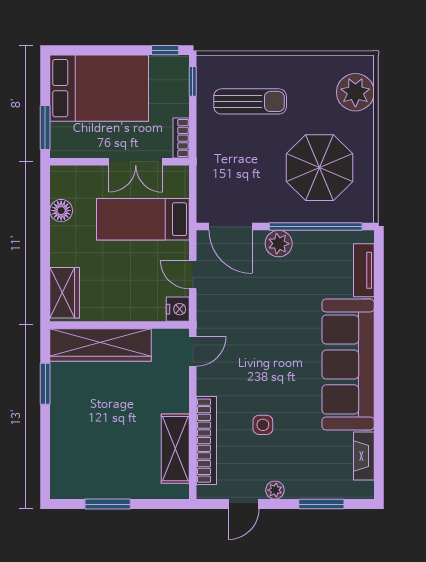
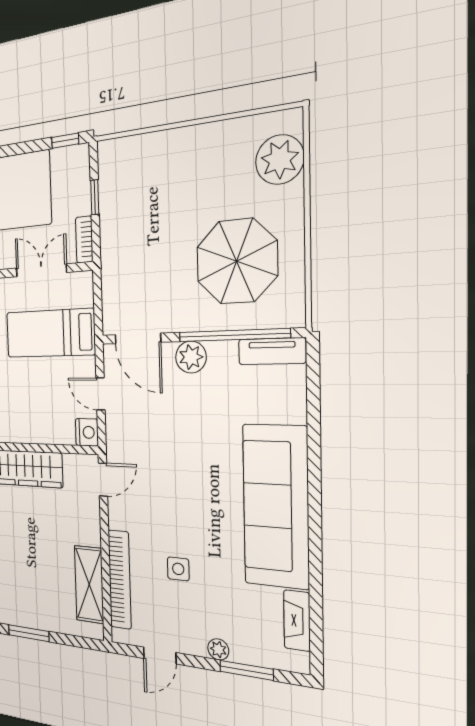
window: (193, 81) -> (95, 197), moved
sun lounger: (250, 101) -> (155, 188), removed
double door: (136, 162) -> (41, 270), swing flipped
tv unit: (364, 270) -> (272, 351), moved, turned -90
plant: (275, 490) -> (218, 649), moved

